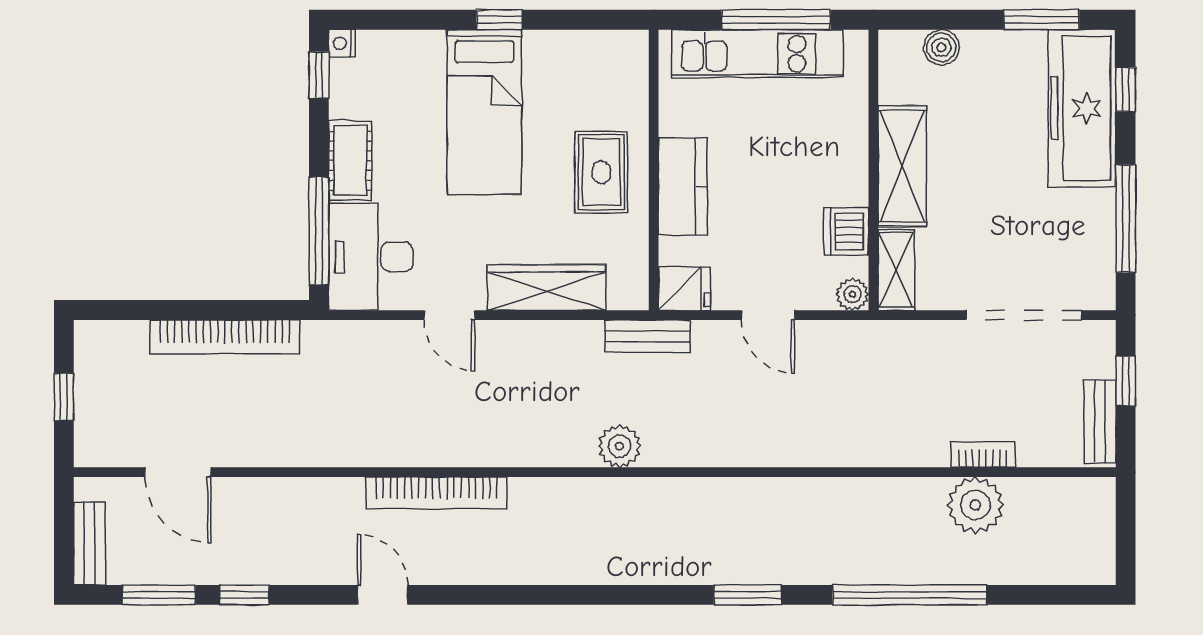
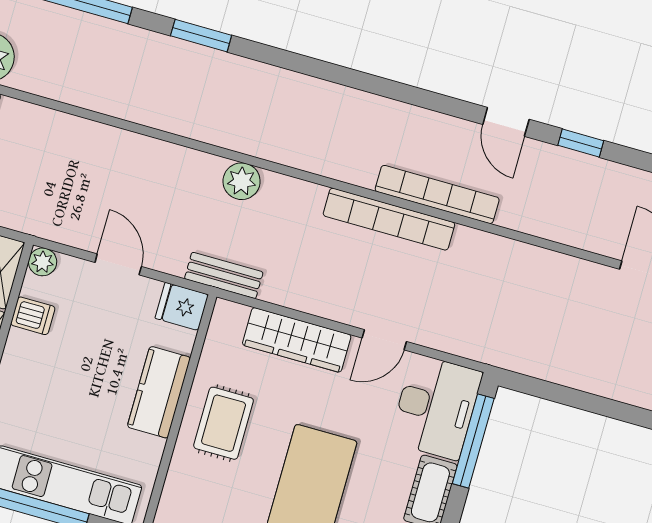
dishwasher: (846, 232) -> (33, 316), width x0.73
door: (449, 315) -> (384, 340), swing flipped
bookcase: (225, 337) -> (389, 219), moved, turned 180
plant: (619, 446) -> (242, 181), moved
window: (244, 595) -> (581, 143), moved

